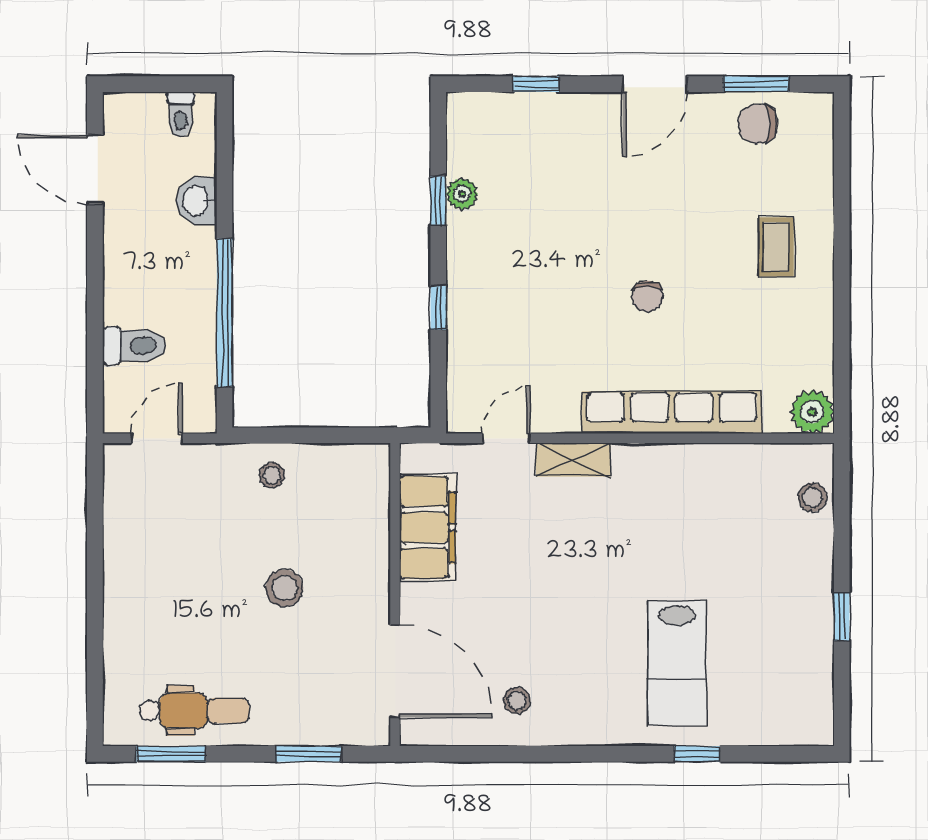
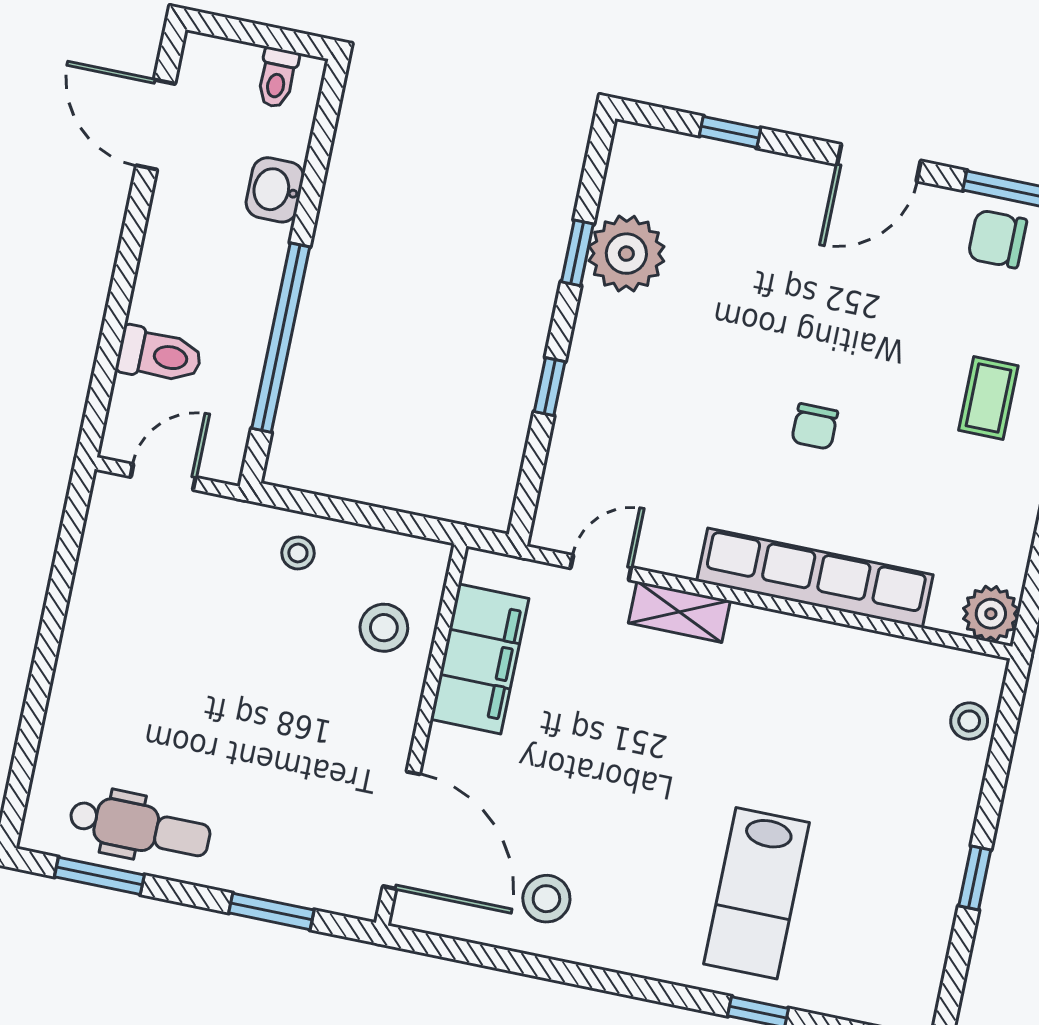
plant: (462, 194) -> (626, 254), width x1.88, depth x1.88
stool: (284, 588) -> (384, 628), moved
stool: (517, 701) -> (546, 899), width x1.37, depth x1.37

